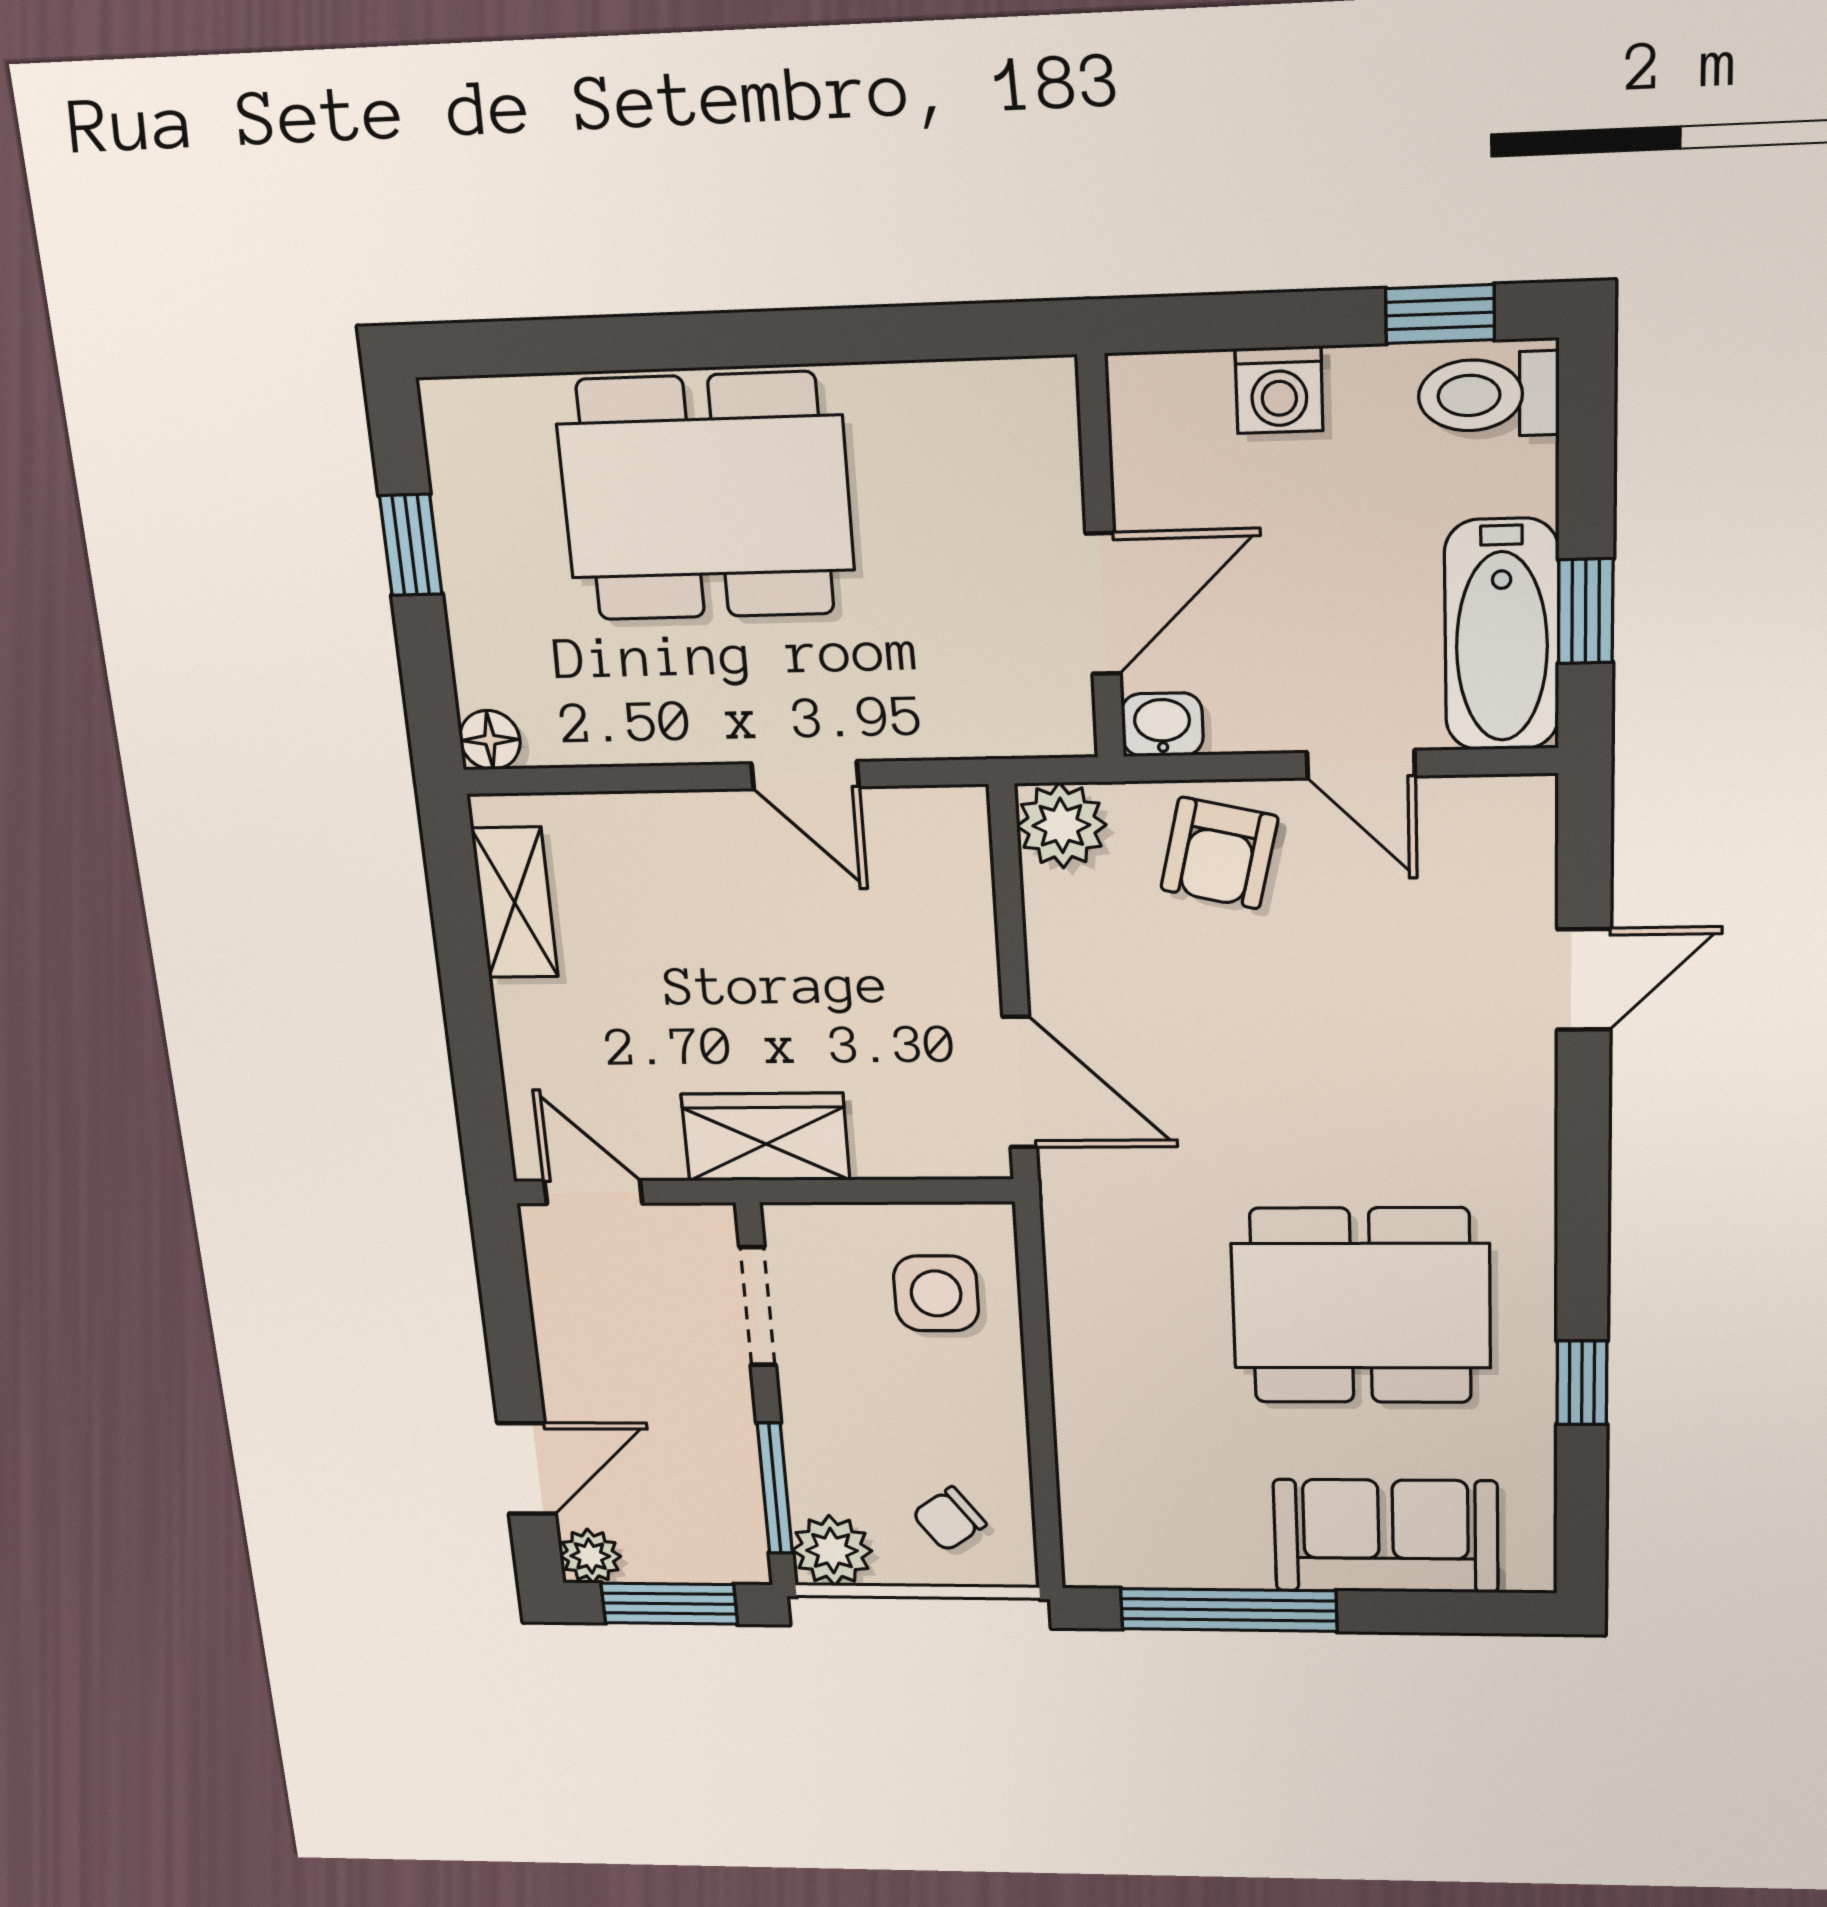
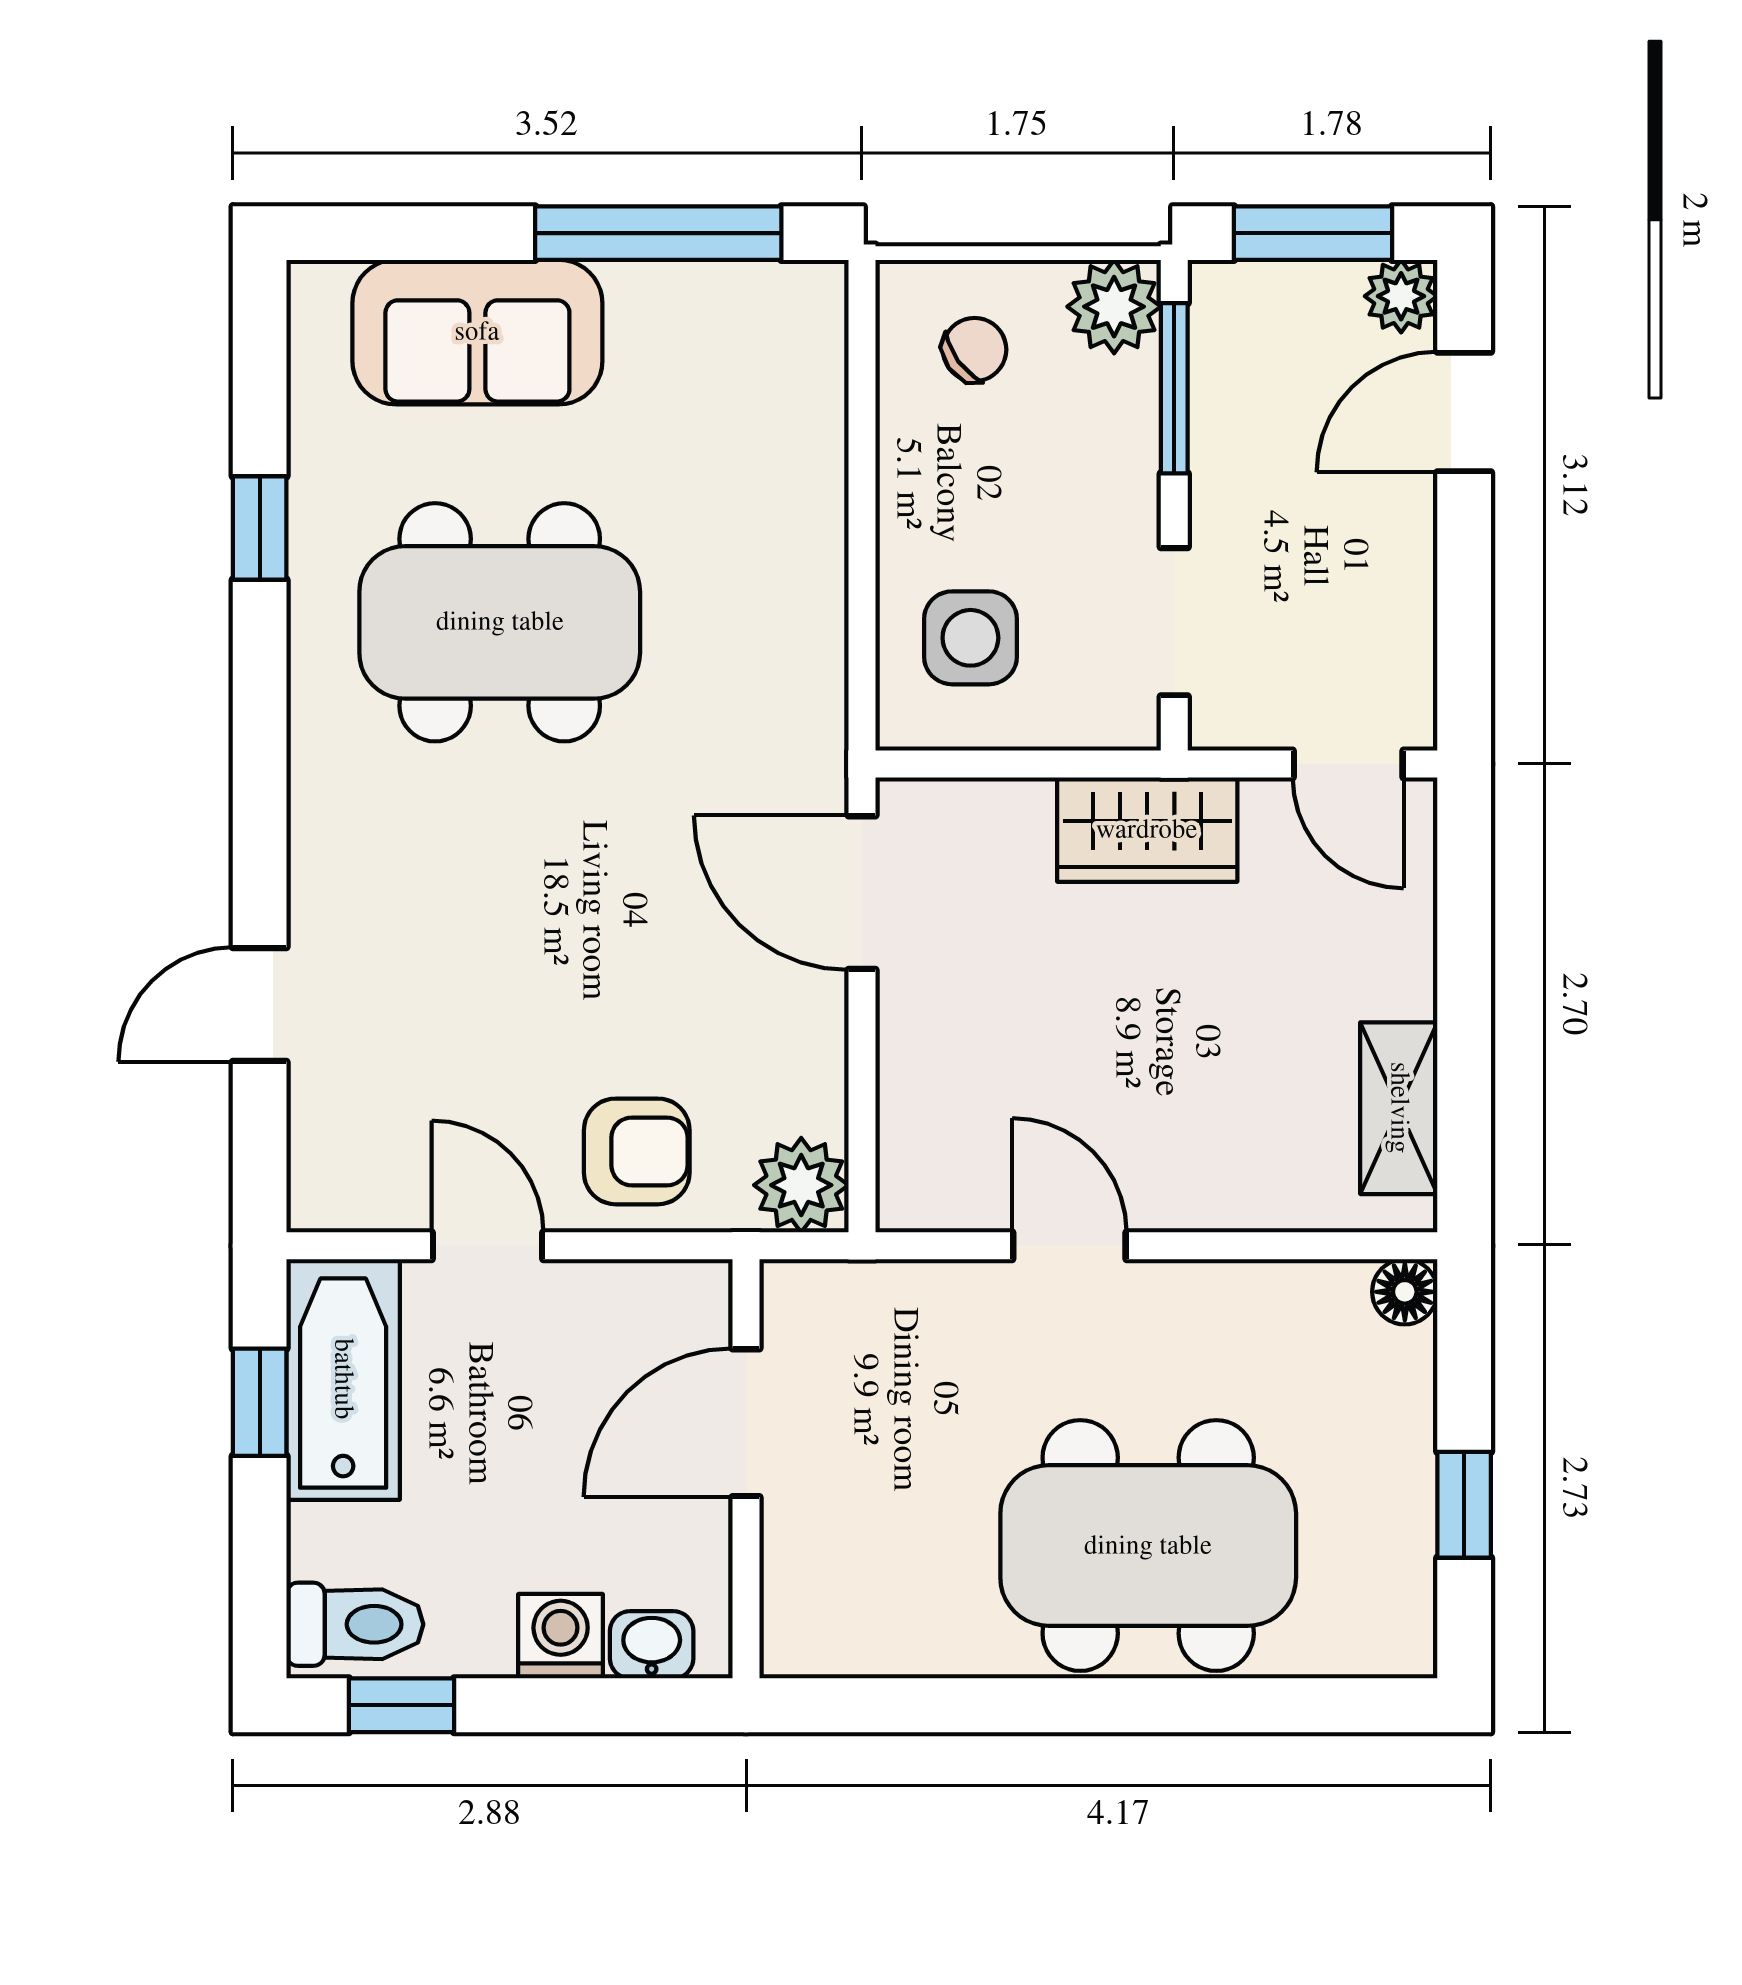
washbasin: (1162, 725) -> (652, 1645), moved, turned 180
armchair: (1219, 853) -> (637, 1151), turned 77

